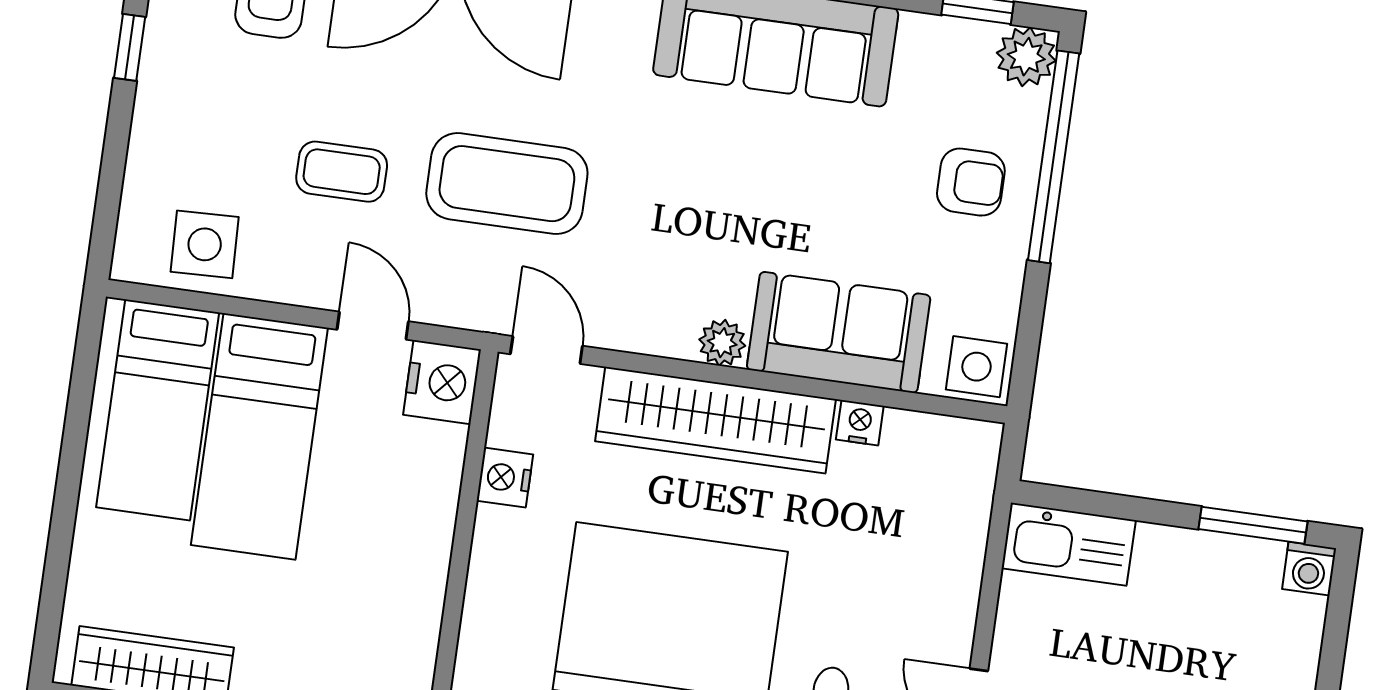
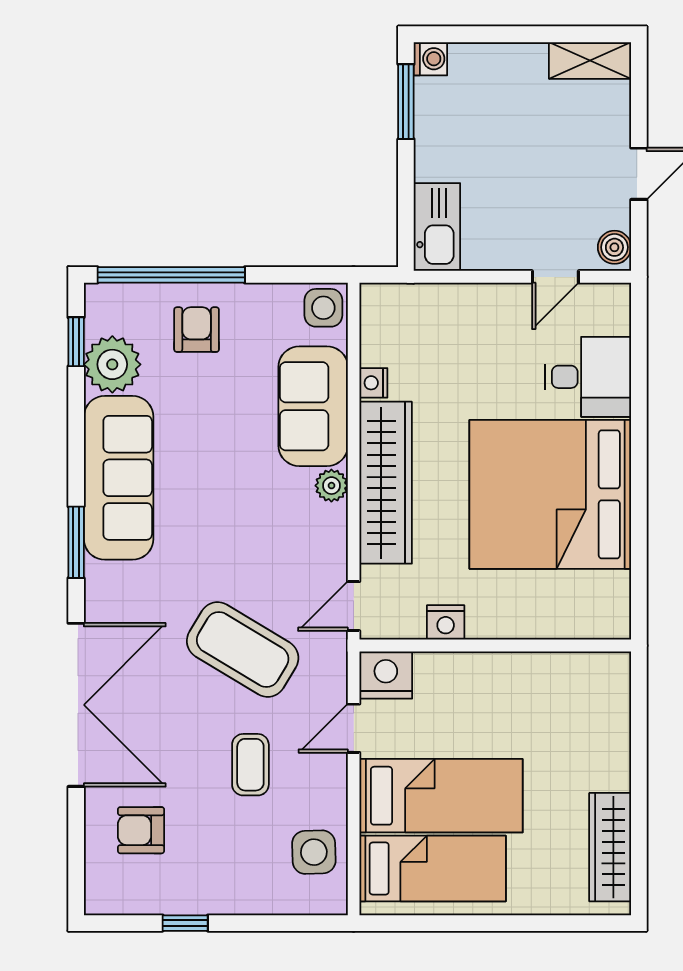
plant: (1026, 57) -> (112, 364), moved, width x1.36, depth x1.36
coffee table: (507, 184) -> (243, 650), turned -59

